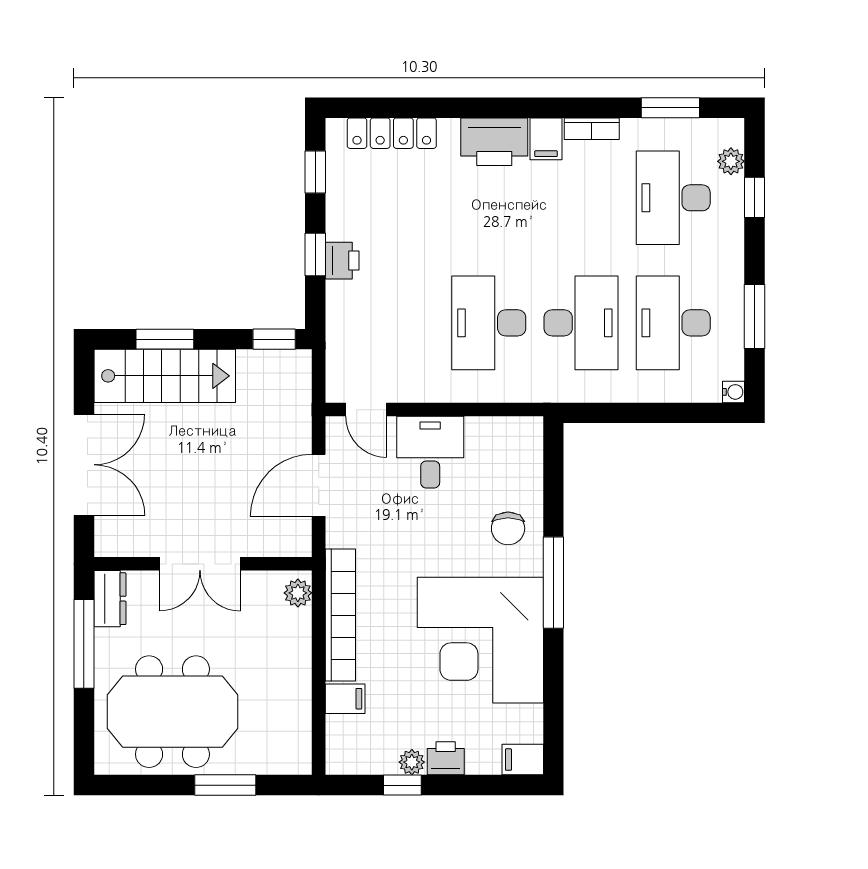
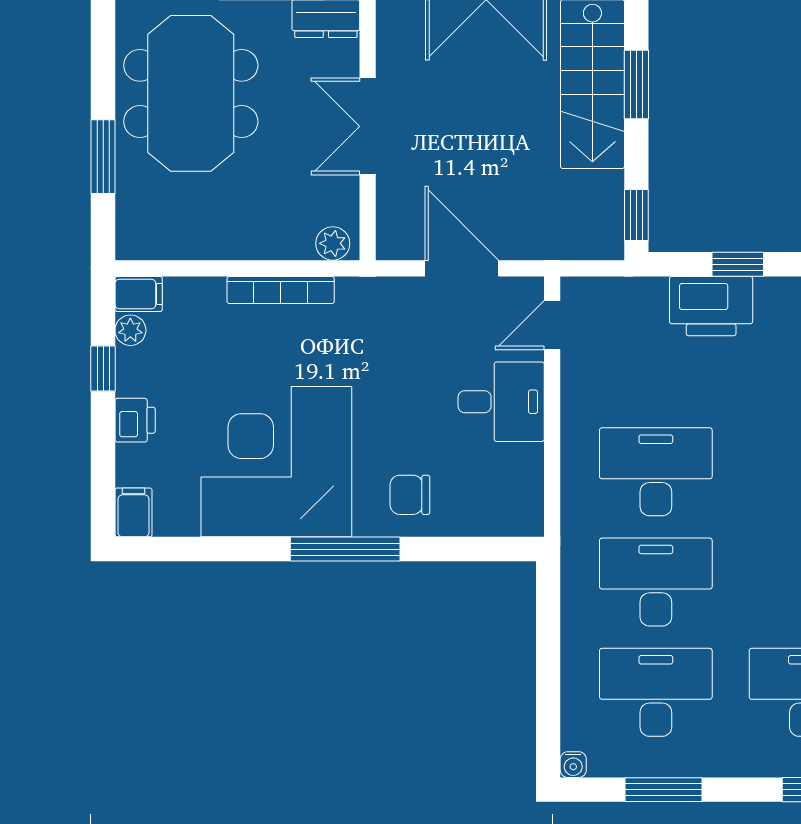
printer: (342, 261) -> (711, 306), width x1.87, depth x1.48
desk: (581, 323) -> (656, 582), turned 180
bookcase: (340, 615) -> (281, 290), width x0.68, depth x0.76
filing cabinet: (345, 699) -> (139, 294), moved, turned -90
plant: (412, 762) -> (130, 330), moved

